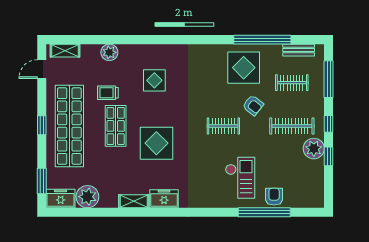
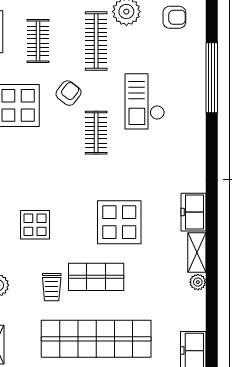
checkout: (240, 178) -> (145, 101), moved, turned -90
plant: (87, 197) -> (198, 282), moved, width x0.53, depth x0.53
armchair: (274, 197) -> (174, 17), moved, turned 180

